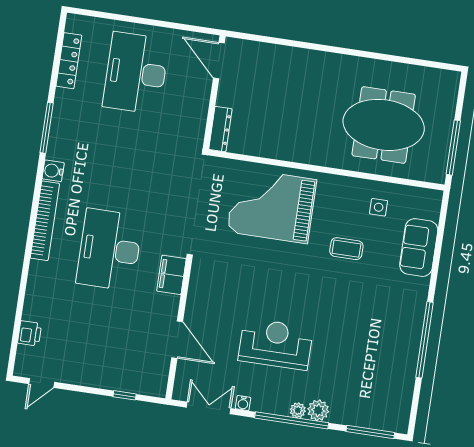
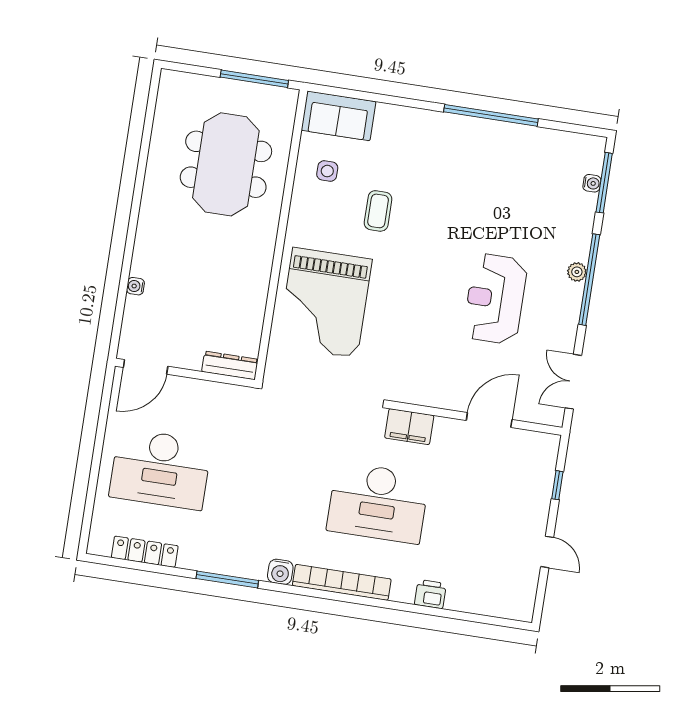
water cooler: (284, 52) -> (135, 286), added
sofa: (419, 248) -> (339, 116), moved
printer: (30, 333) -> (430, 594), moved
door: (42, 383) -> (547, 552), moved
water cooler: (243, 403) -> (592, 183), moved
plant: (318, 410) -> (577, 247), removed

